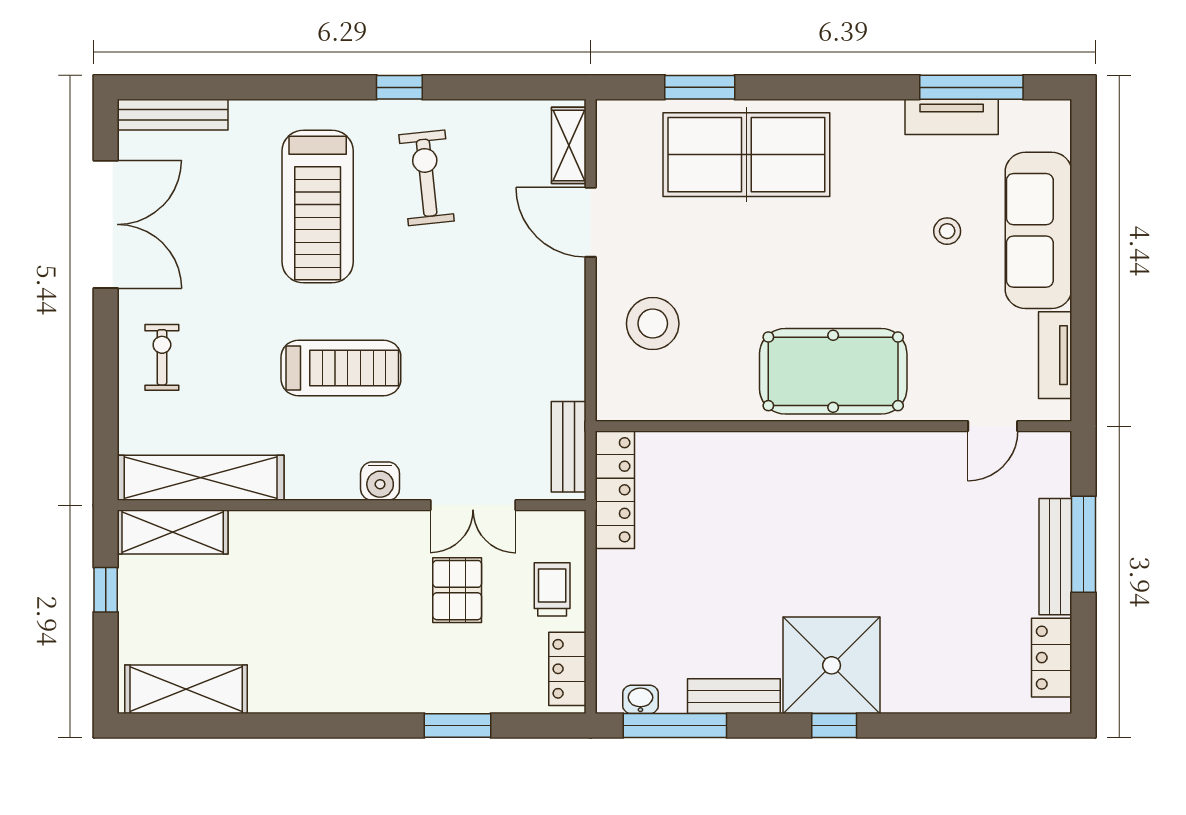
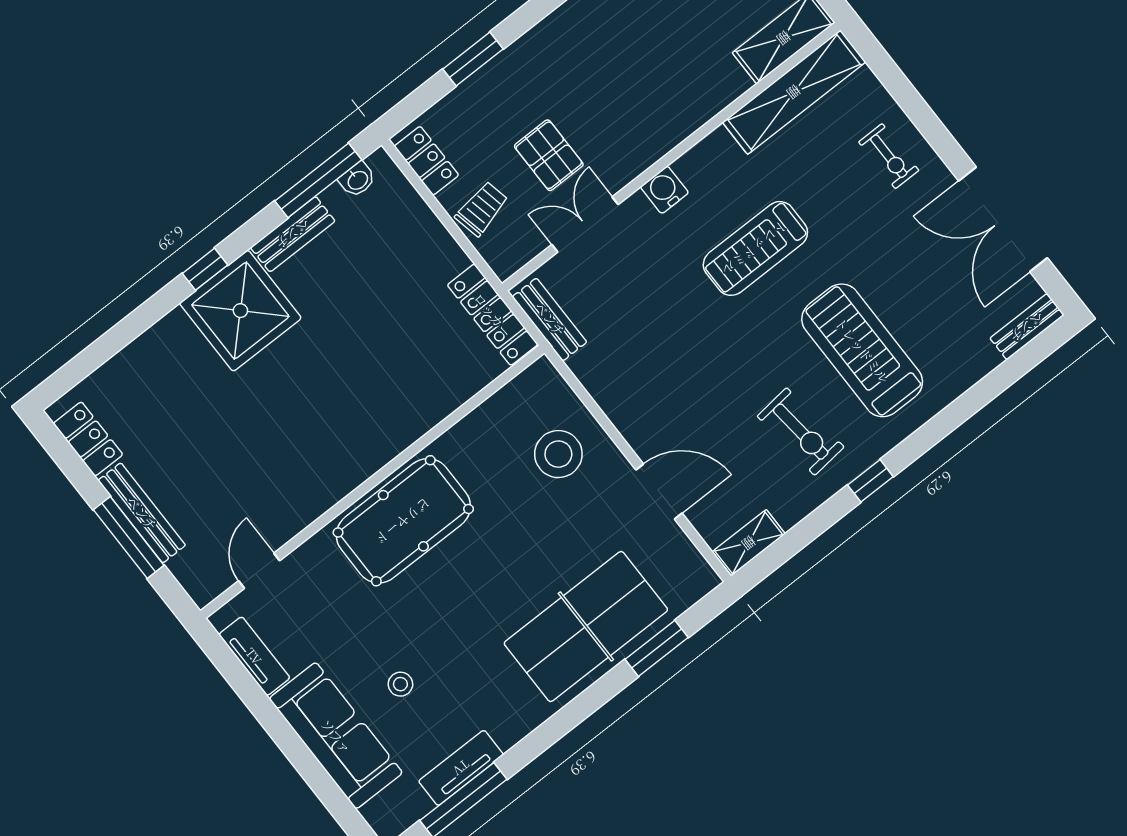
bench: (173, 115) -> (1027, 327), width x0.73
shelving: (569, 145) -> (749, 543), moved, turned 90
trolley: (552, 589) -> (482, 209), turned -102

